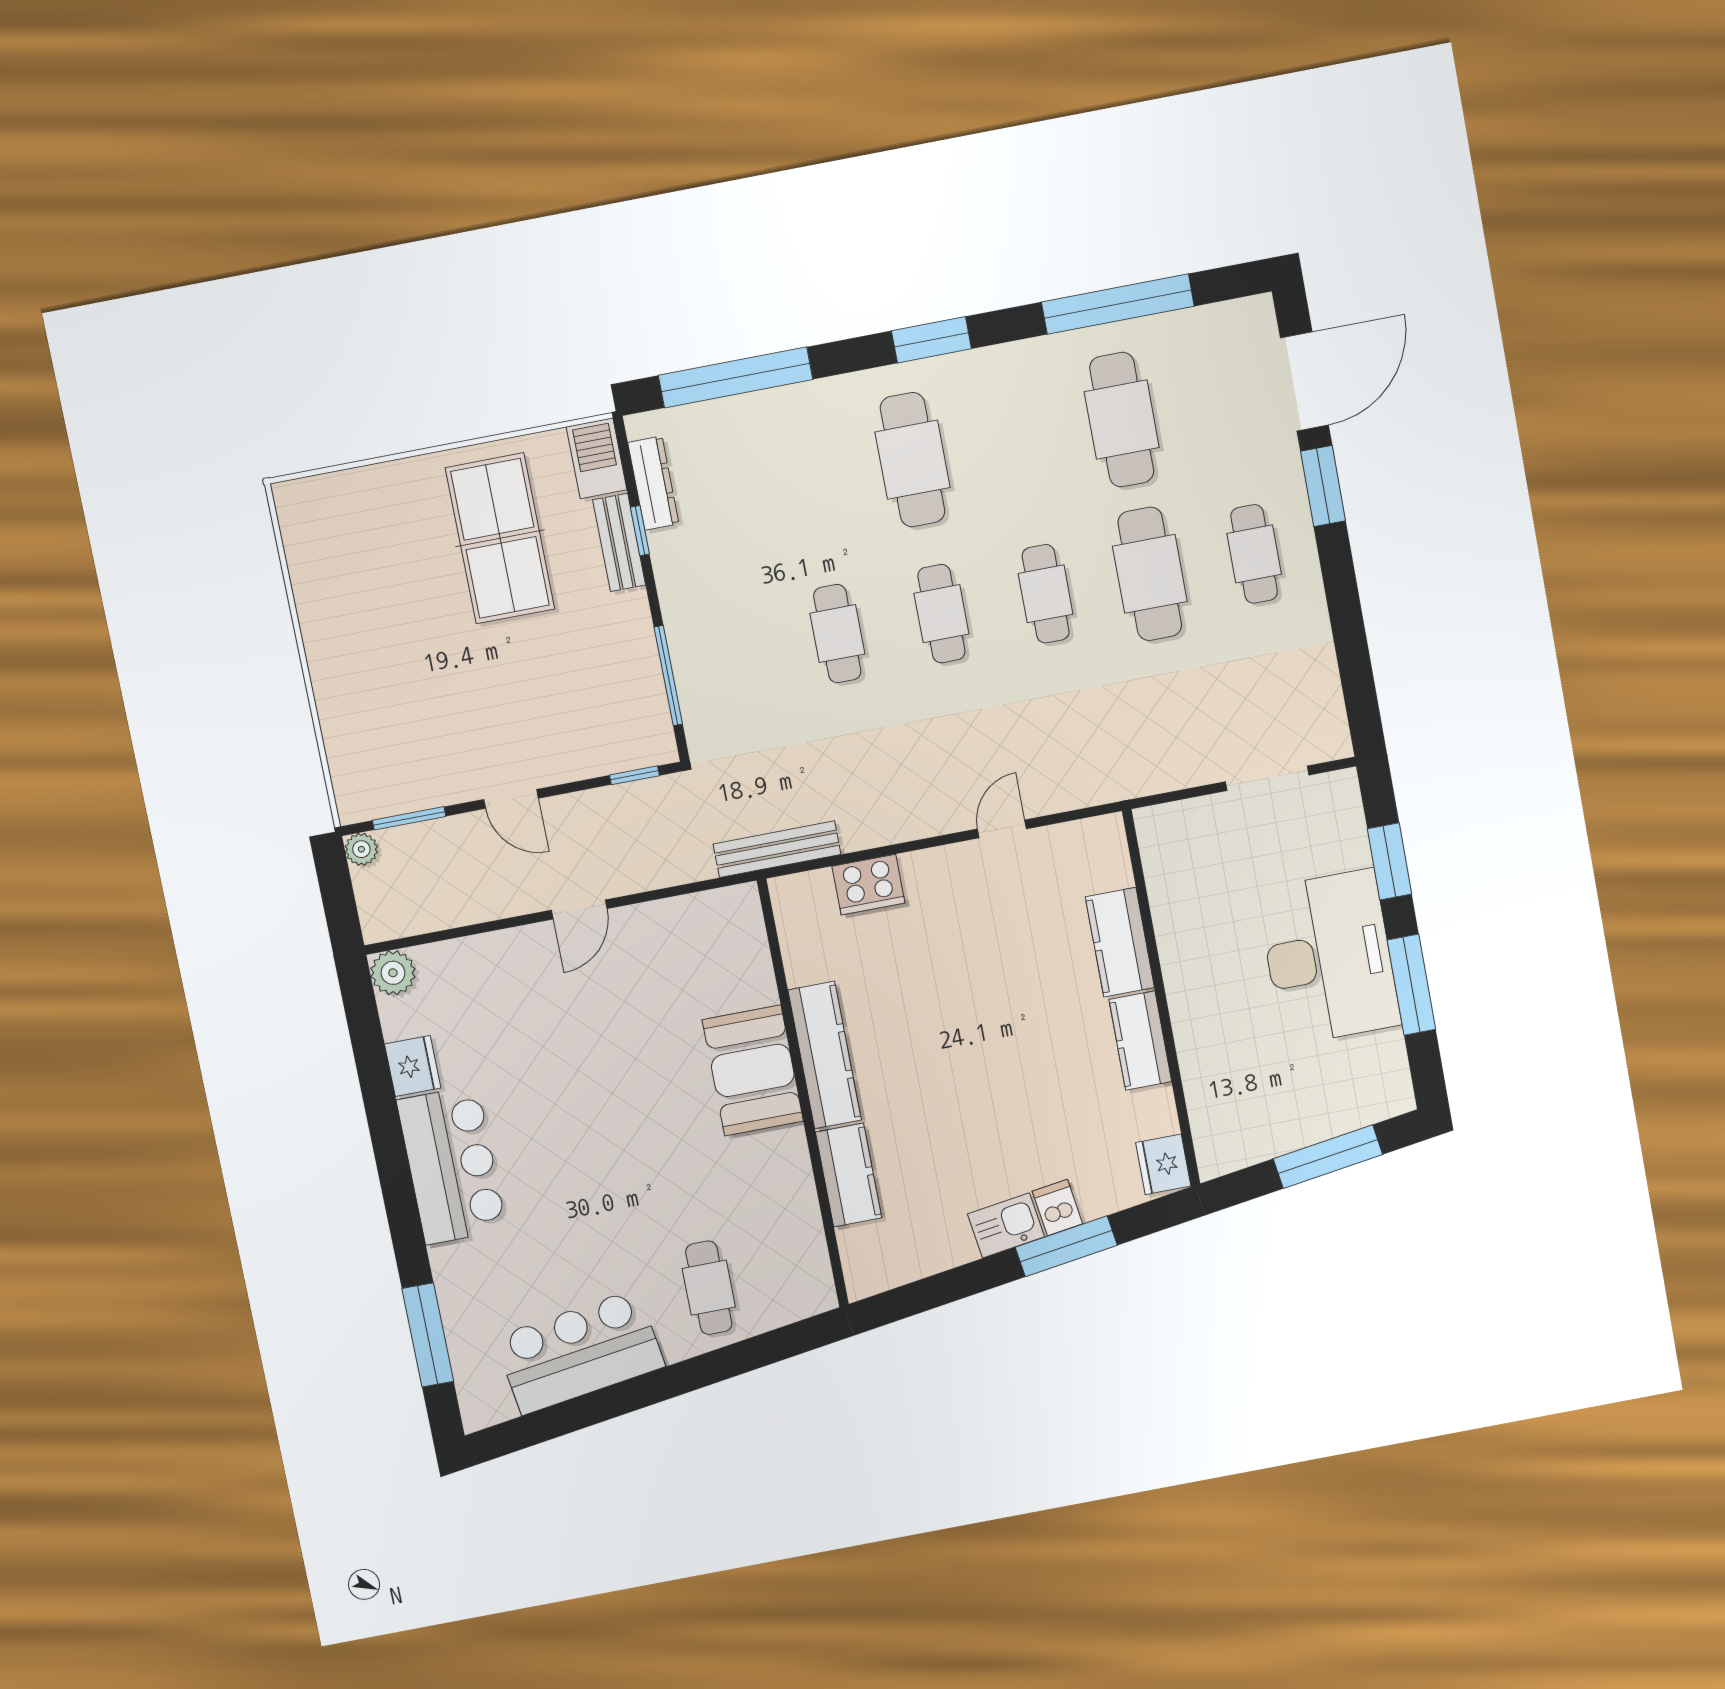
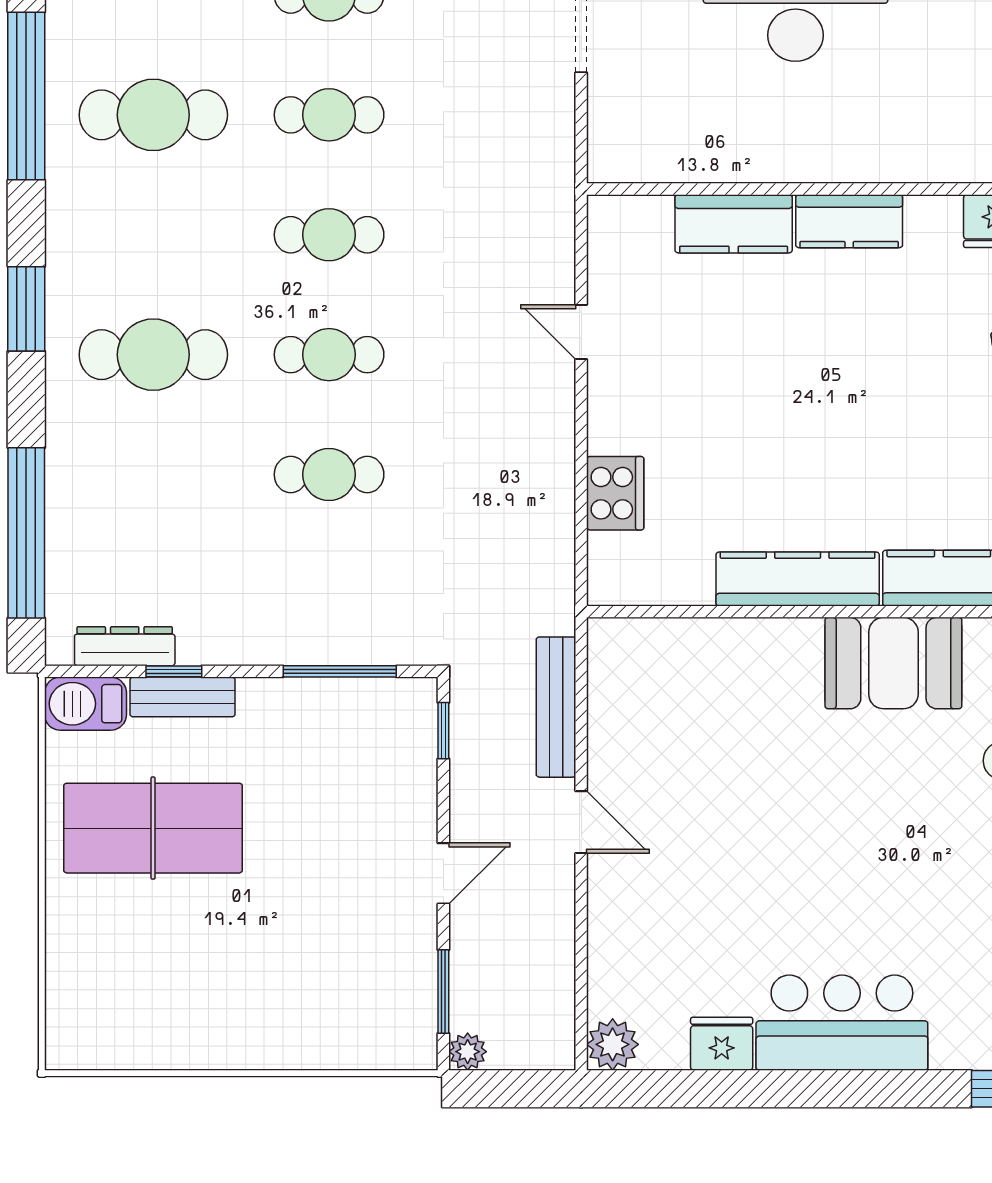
cafe table: (1150, 574) -> (329, 115), width x0.73, depth x0.74
bench: (777, 849) -> (556, 707), moved
booth: (753, 1070) -> (893, 663), moved

